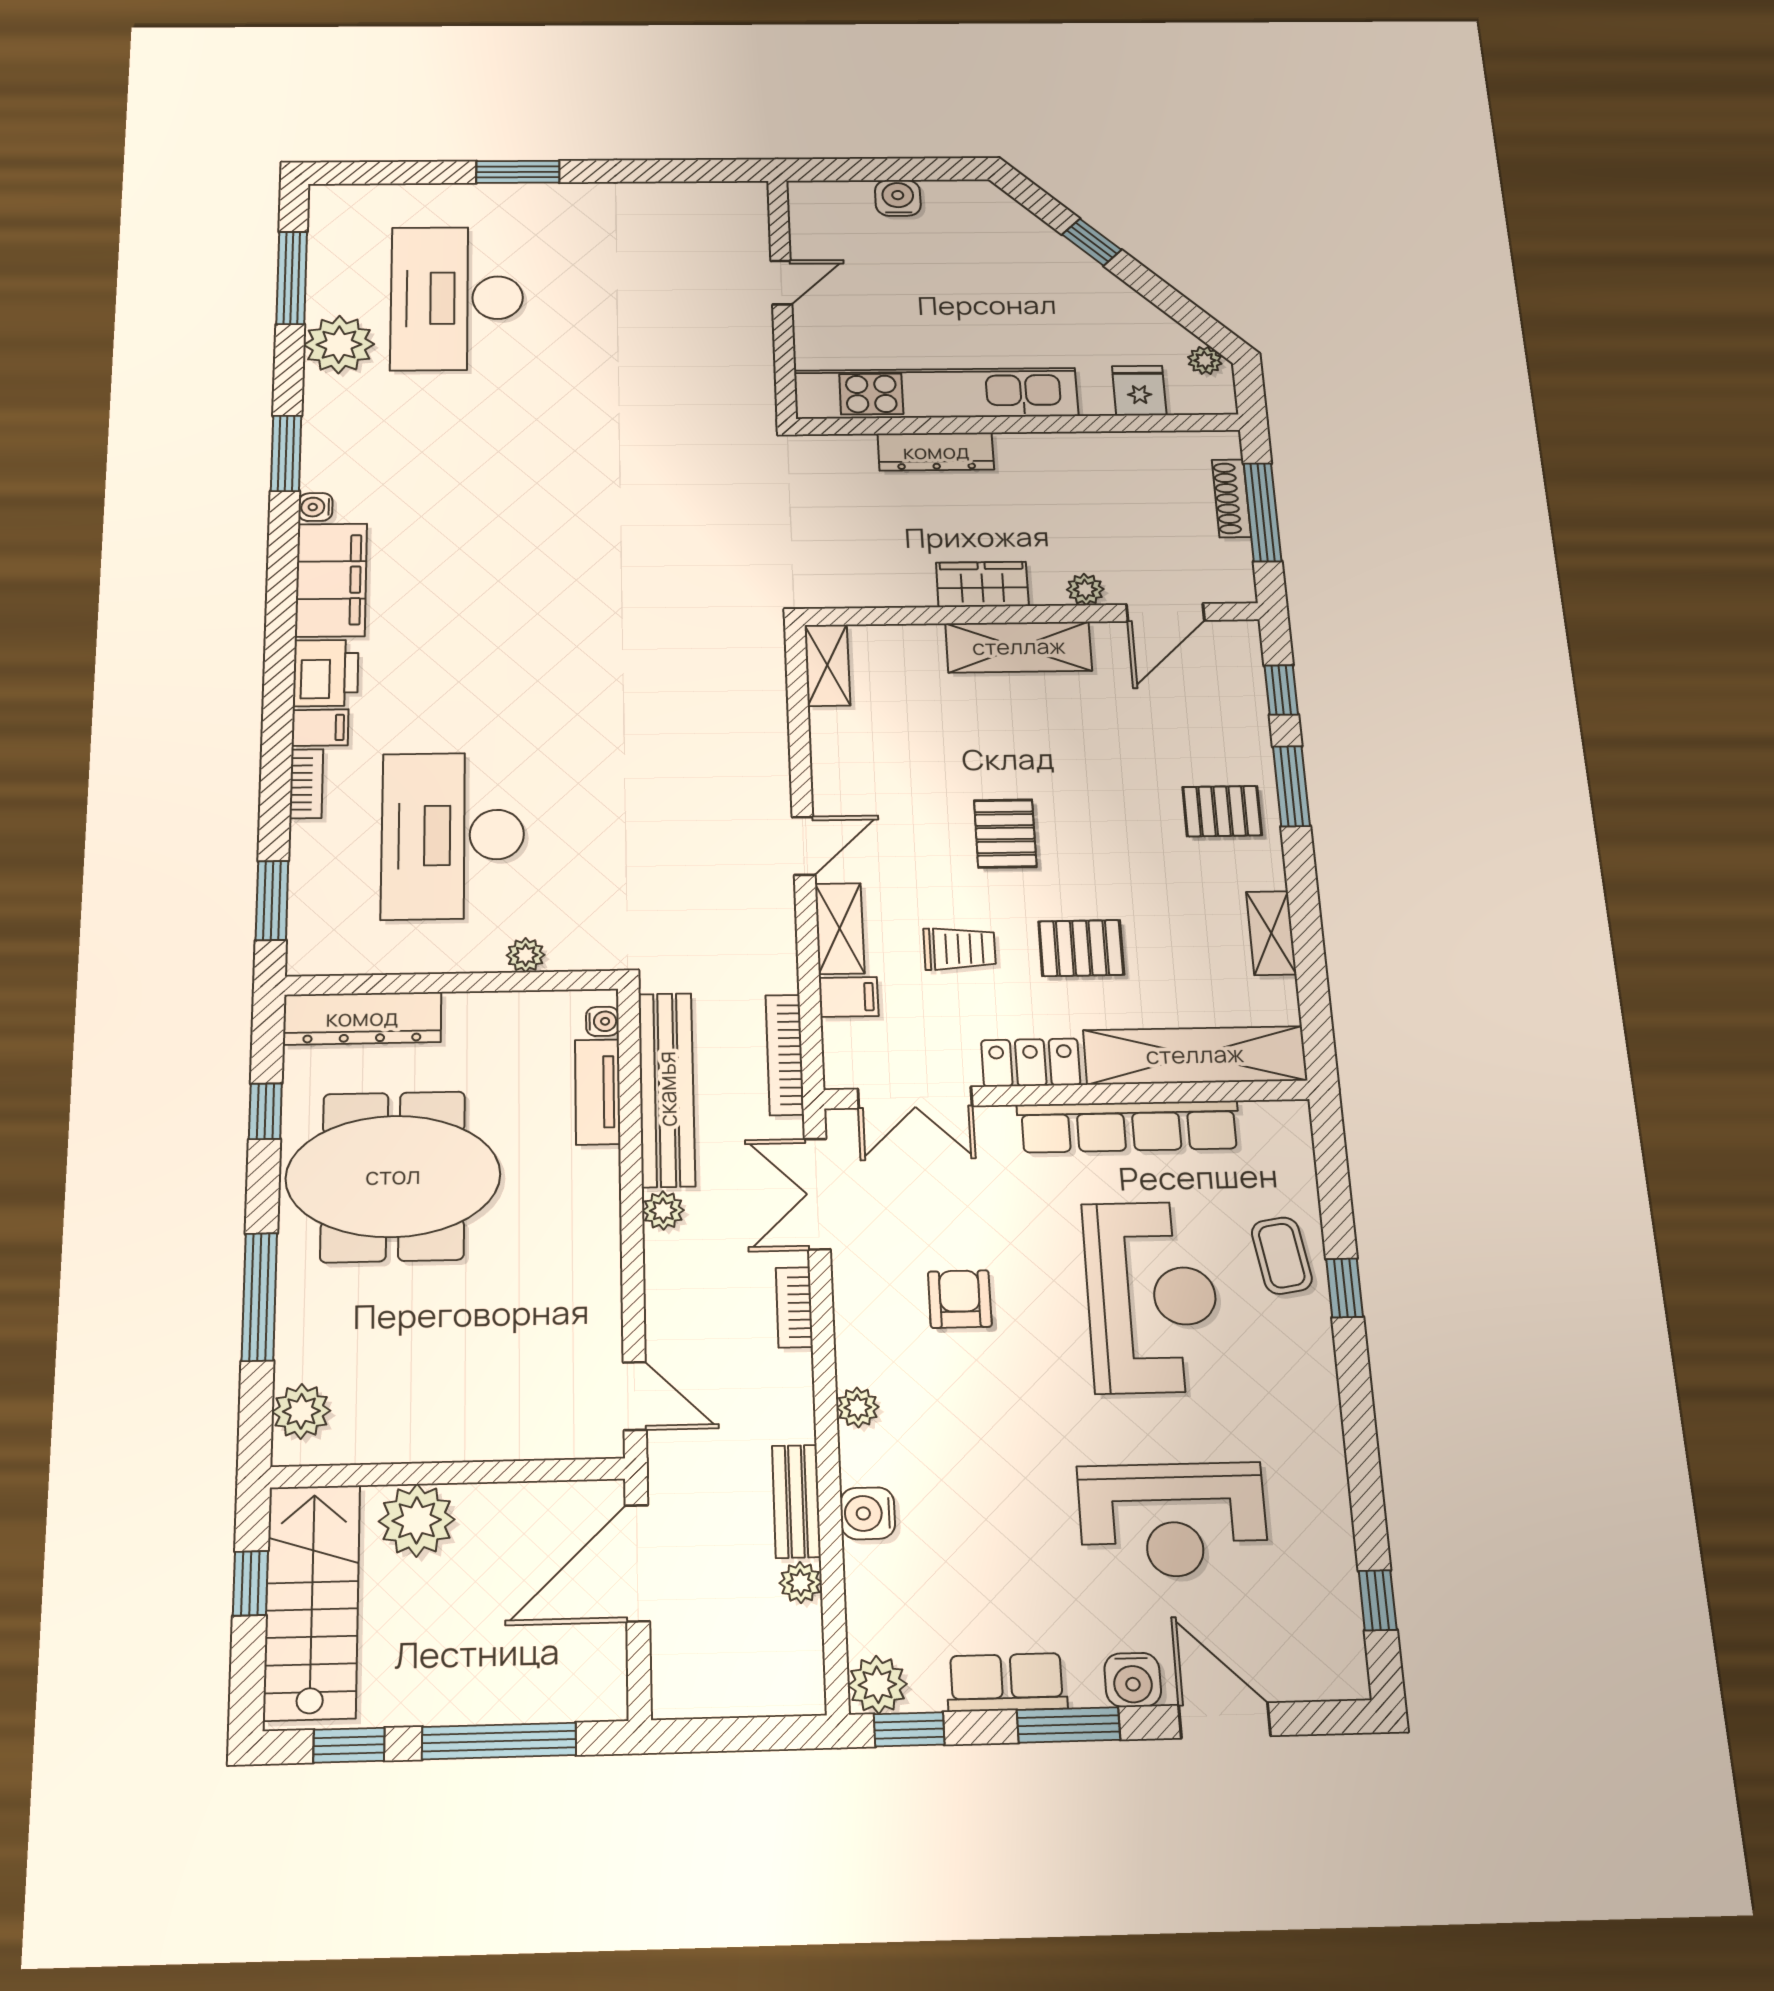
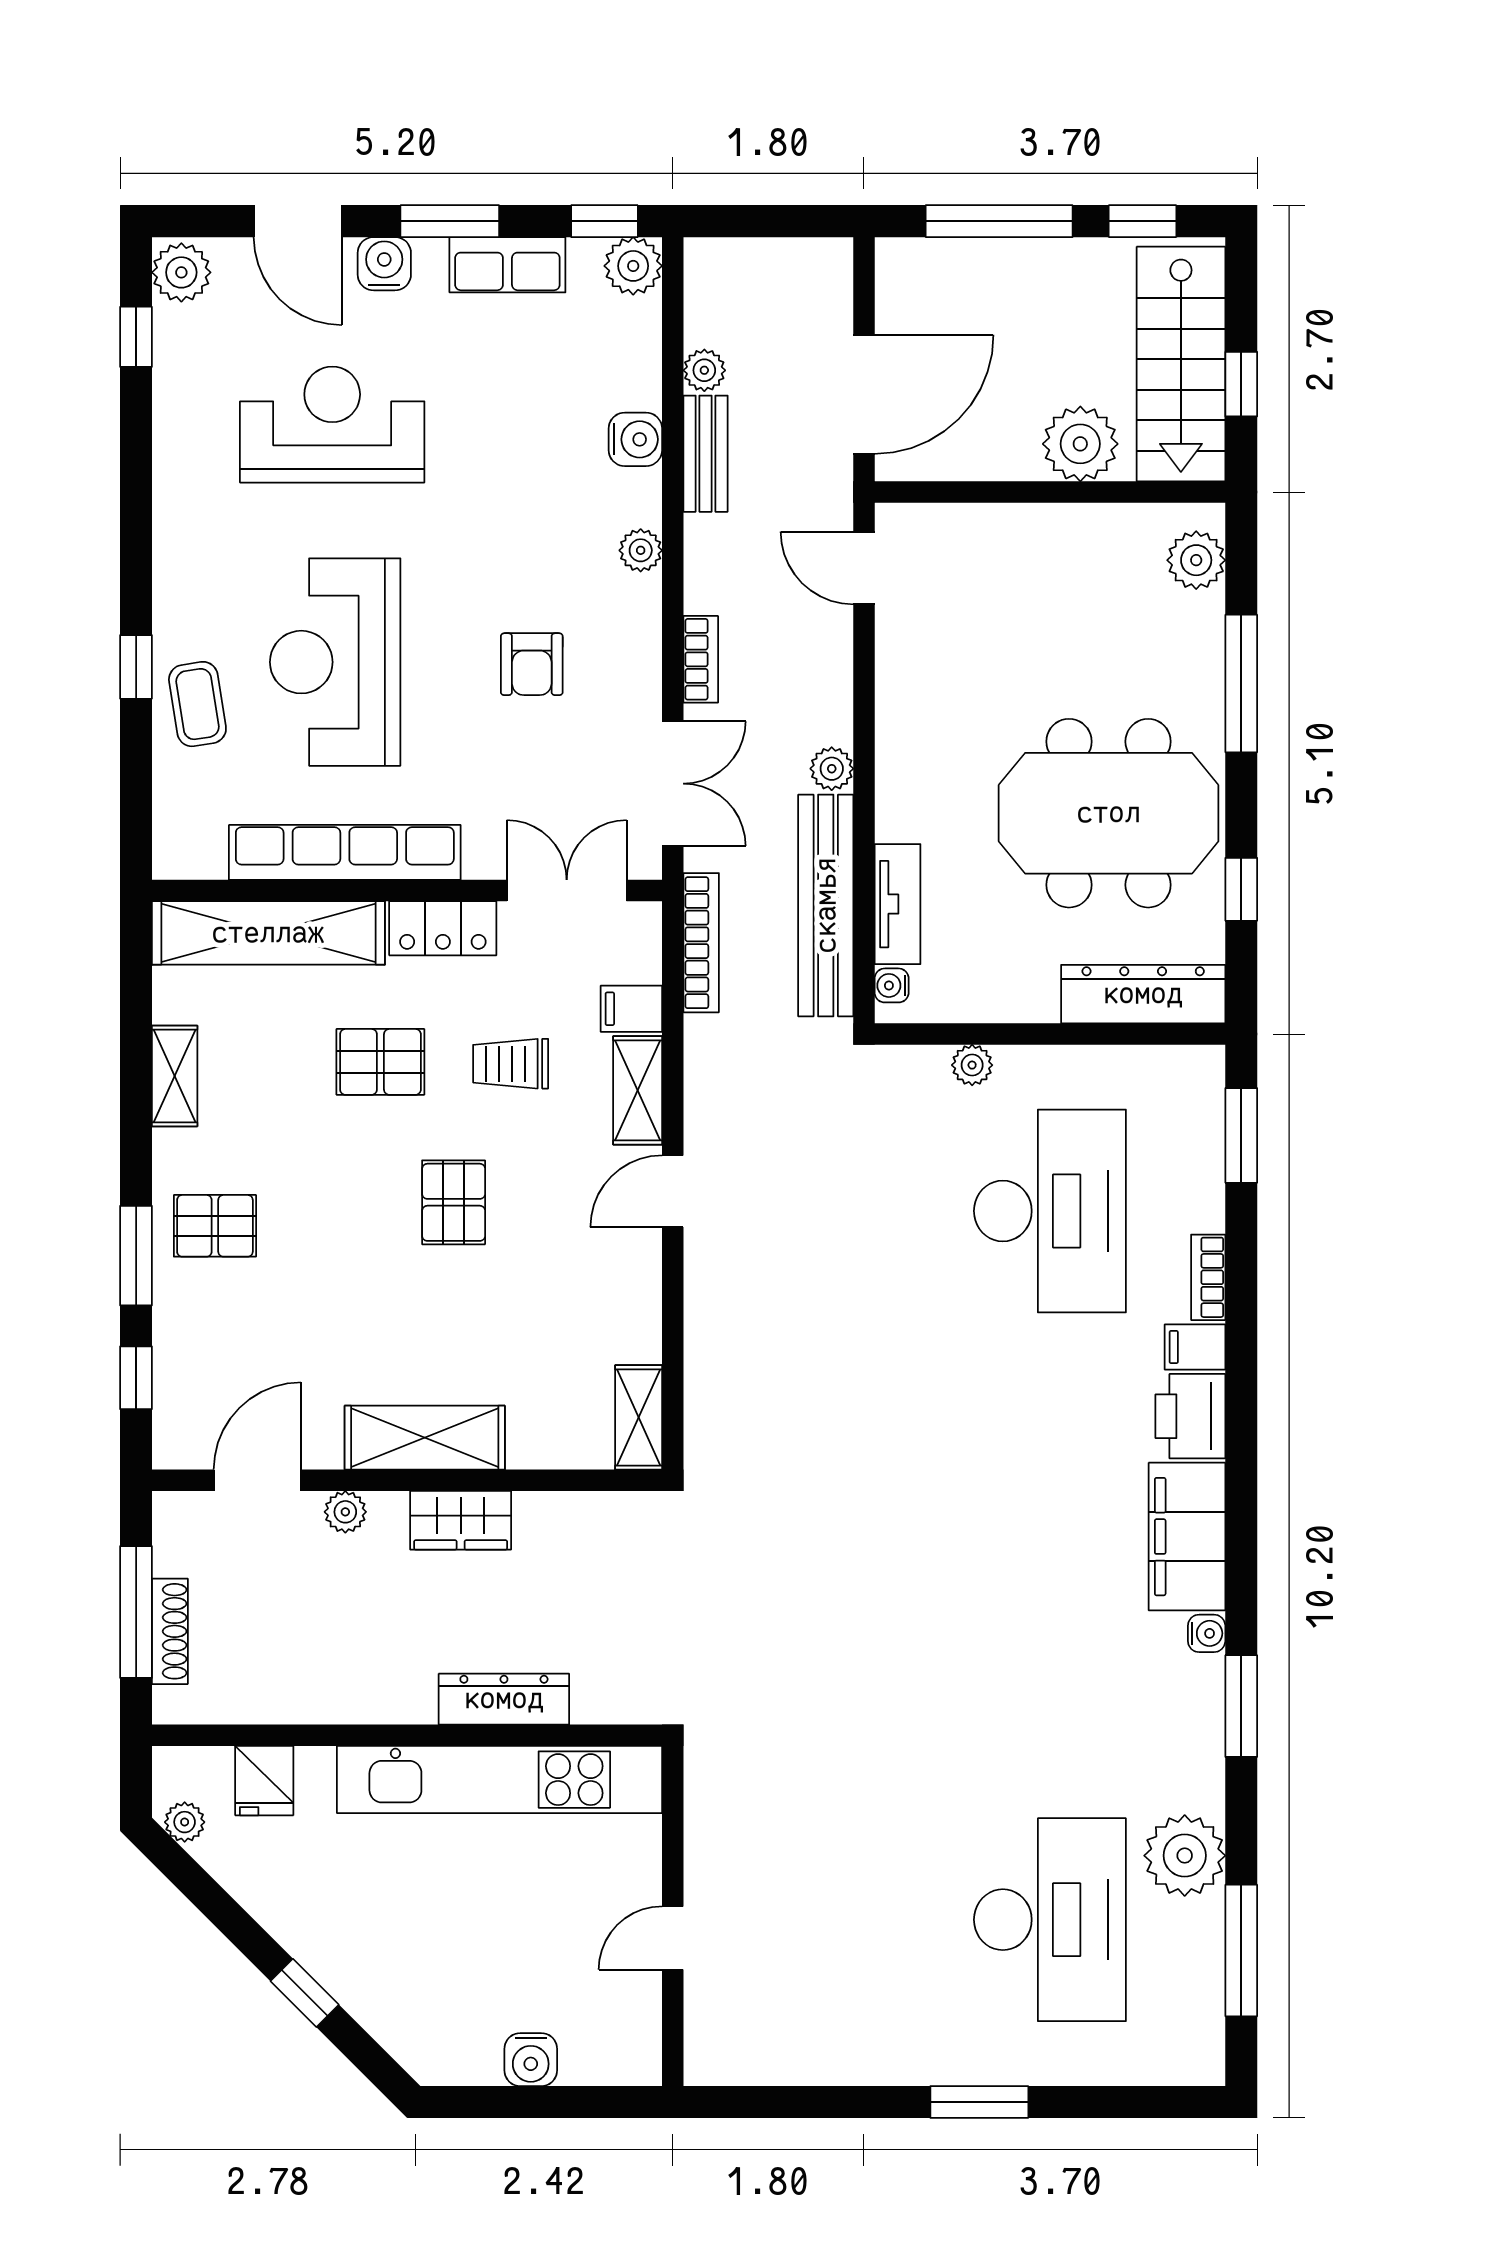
plant: (1338, 1665) -> (181, 272), added

